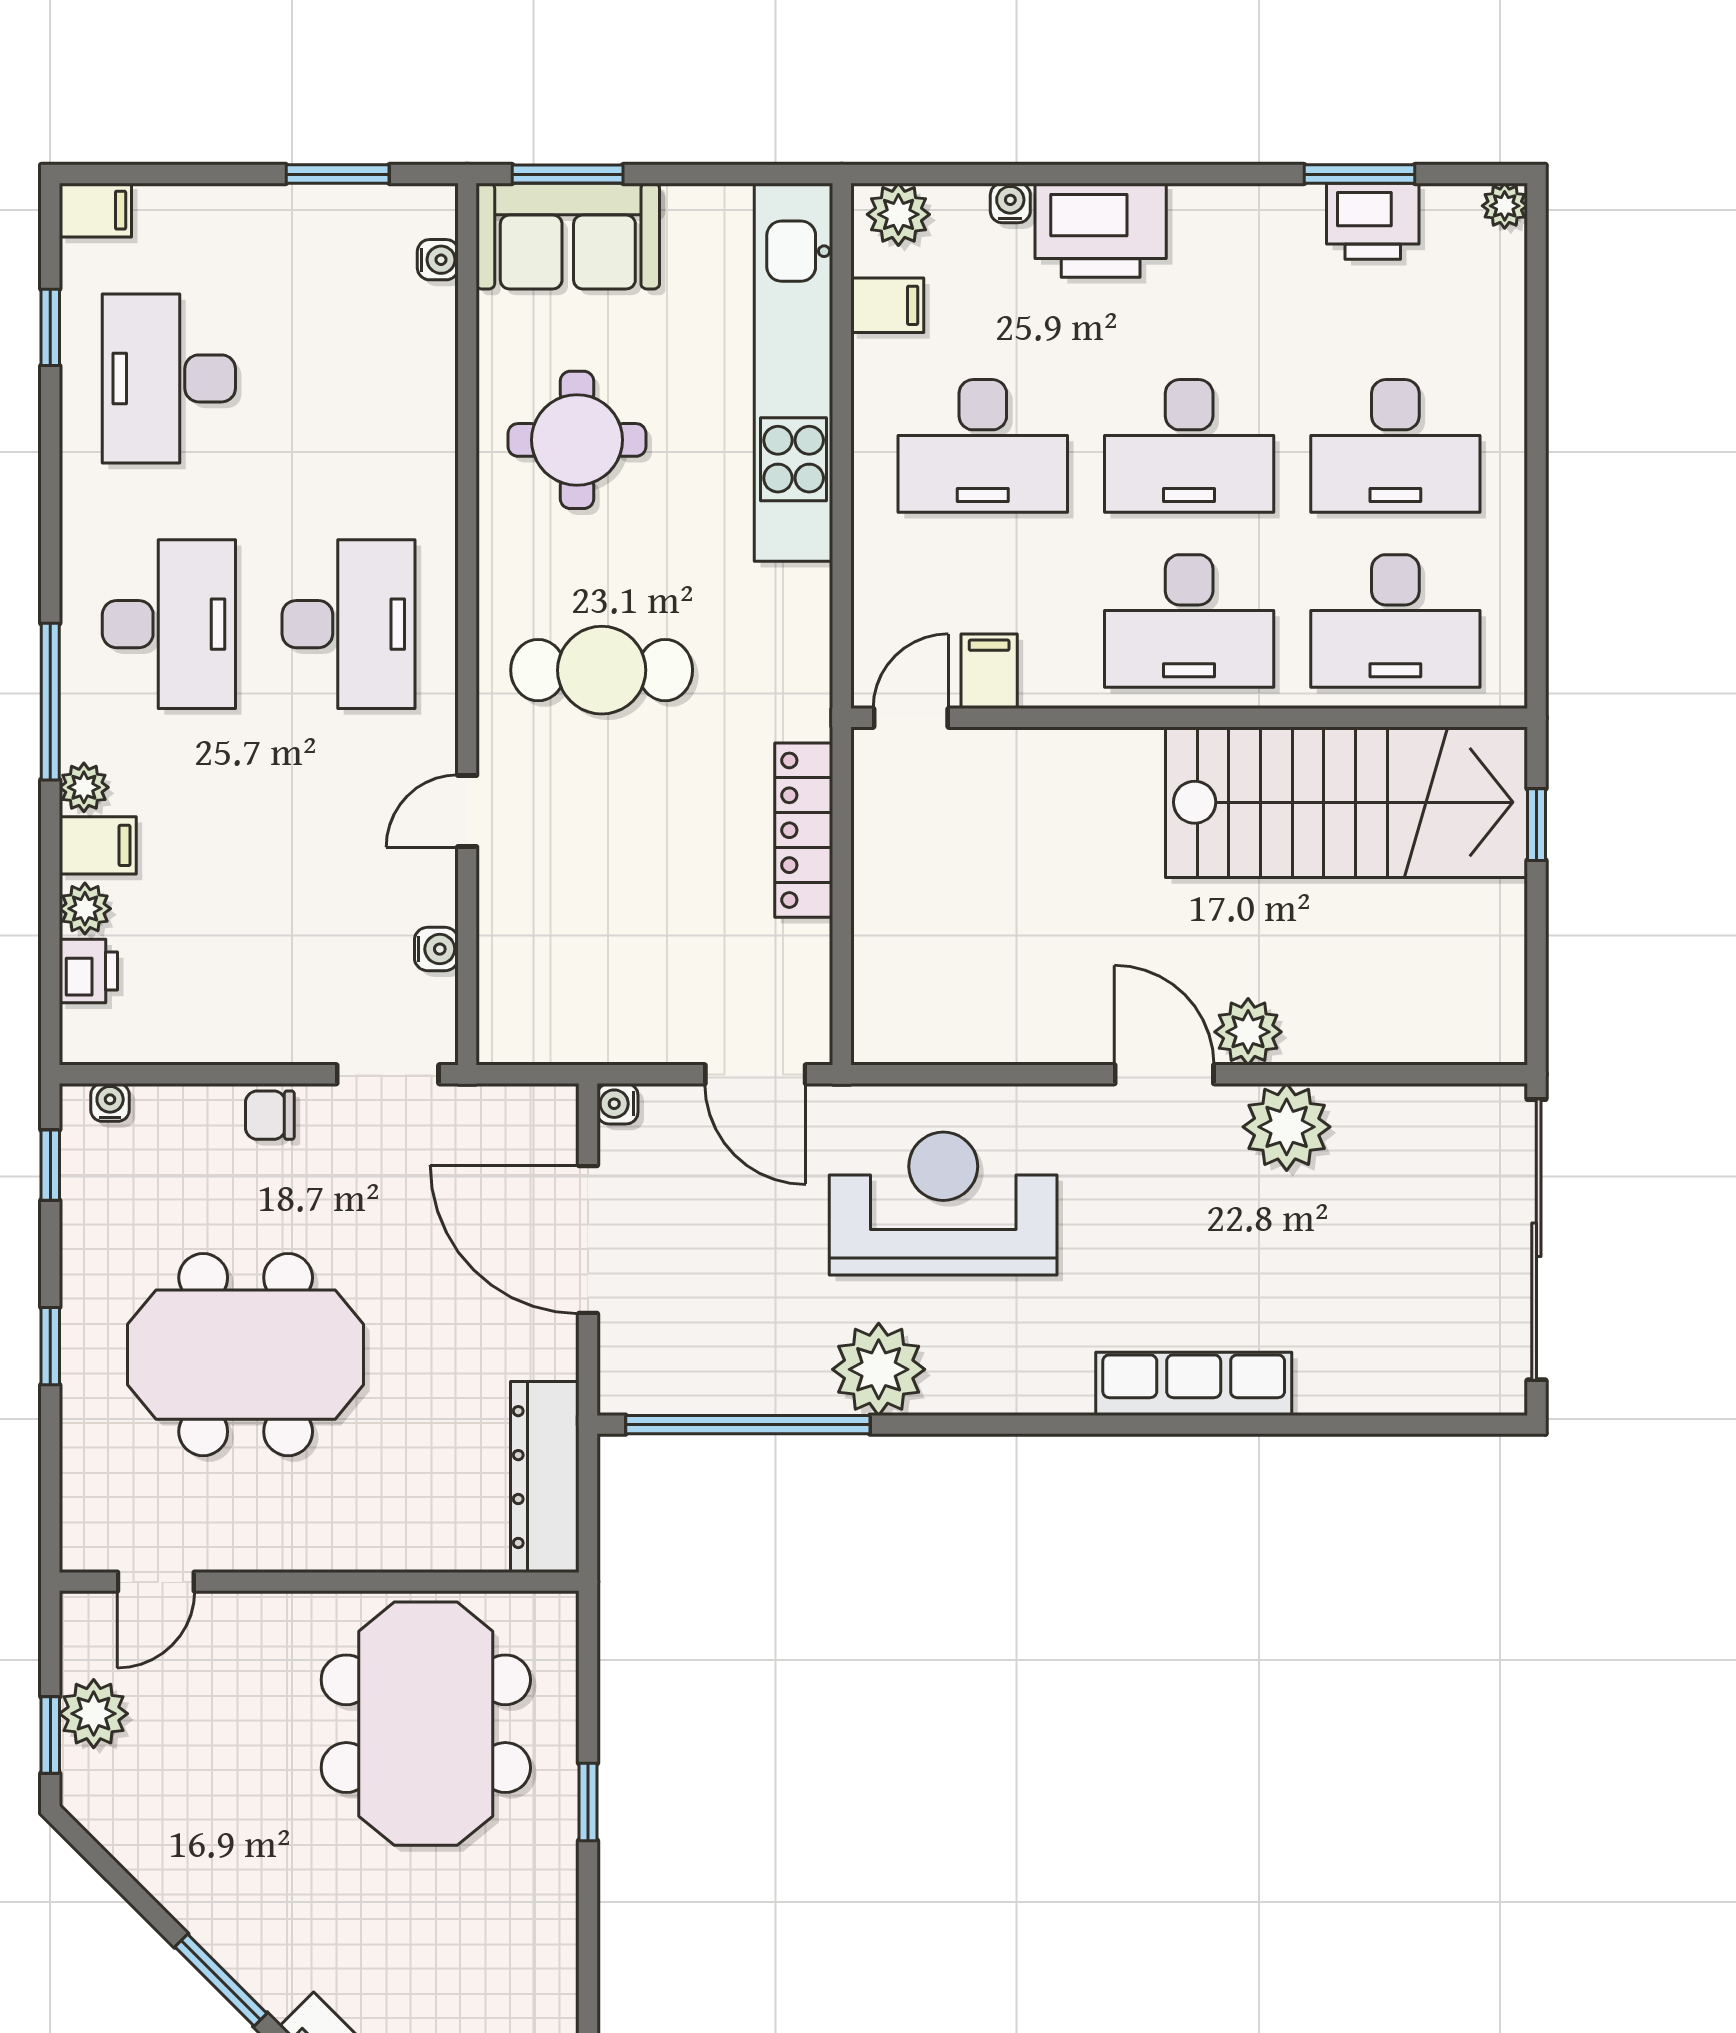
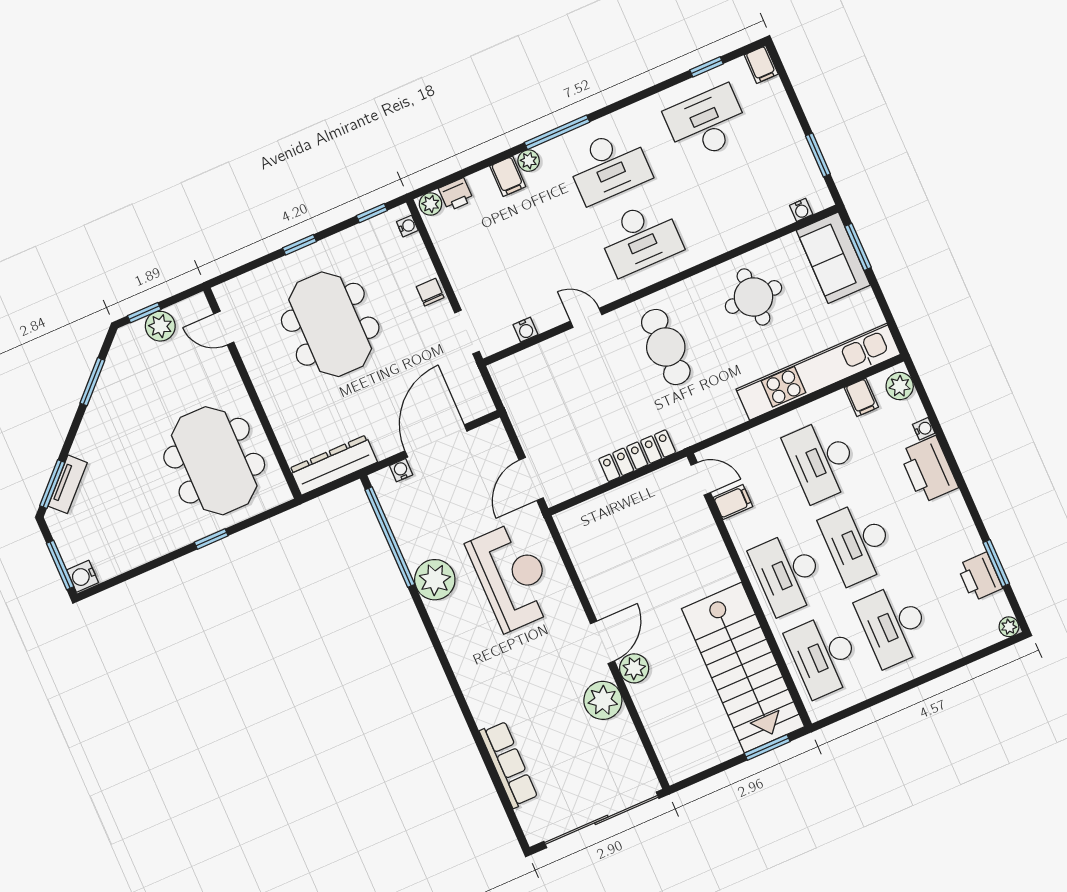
window: (1536, 825) -> (767, 747), width x1.50
plant: (85, 909) -> (431, 204), moved
water cooler: (617, 1104) -> (401, 470), moved
row of seats: (1194, 1384) -> (509, 764), moved
meeting table: (426, 1724) -> (214, 461), turned 90
window: (221, 1980) -> (92, 382), moved

